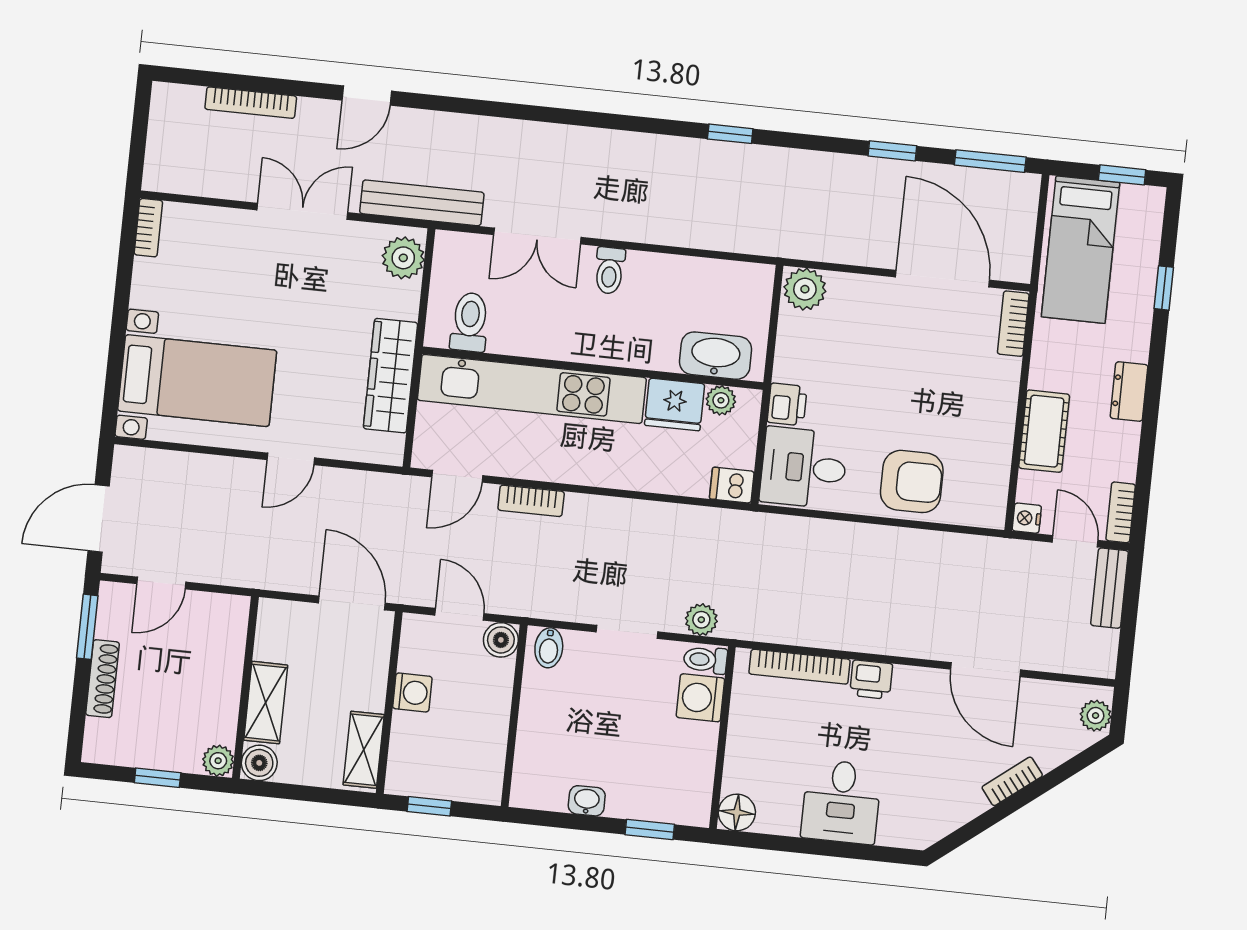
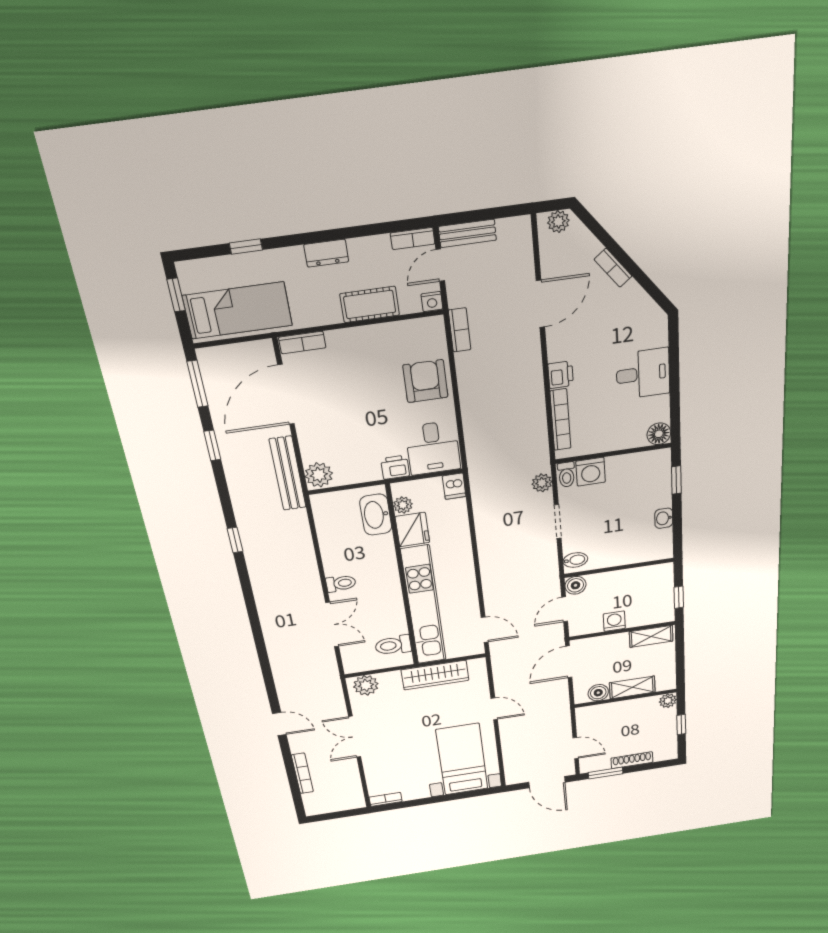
bench: (422, 203) -> (288, 473), moved
bookcase: (531, 501) -> (460, 330), moved
boiler: (259, 763) -> (598, 693), moved

